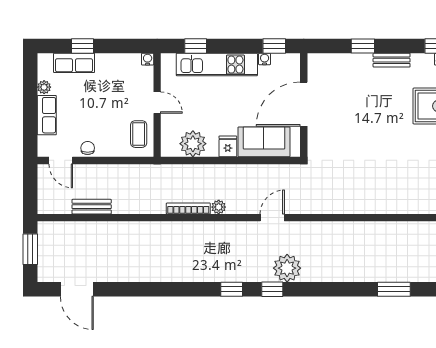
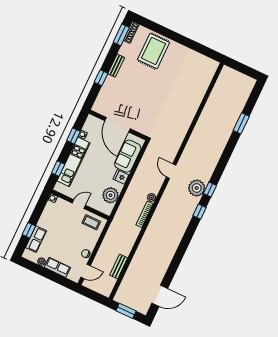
window: (274, 46) -> (73, 136), moved
plant: (287, 268) -> (197, 188), moved

